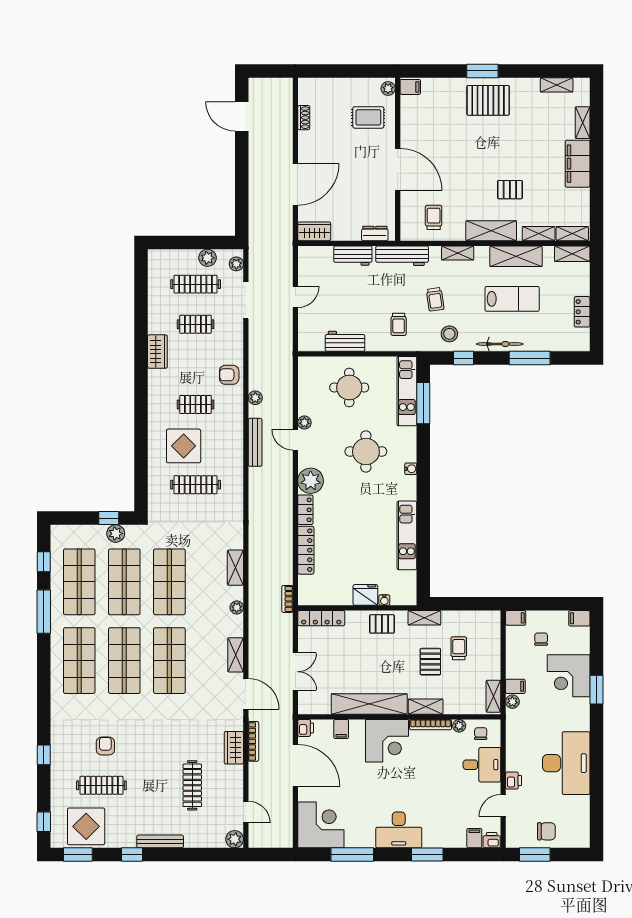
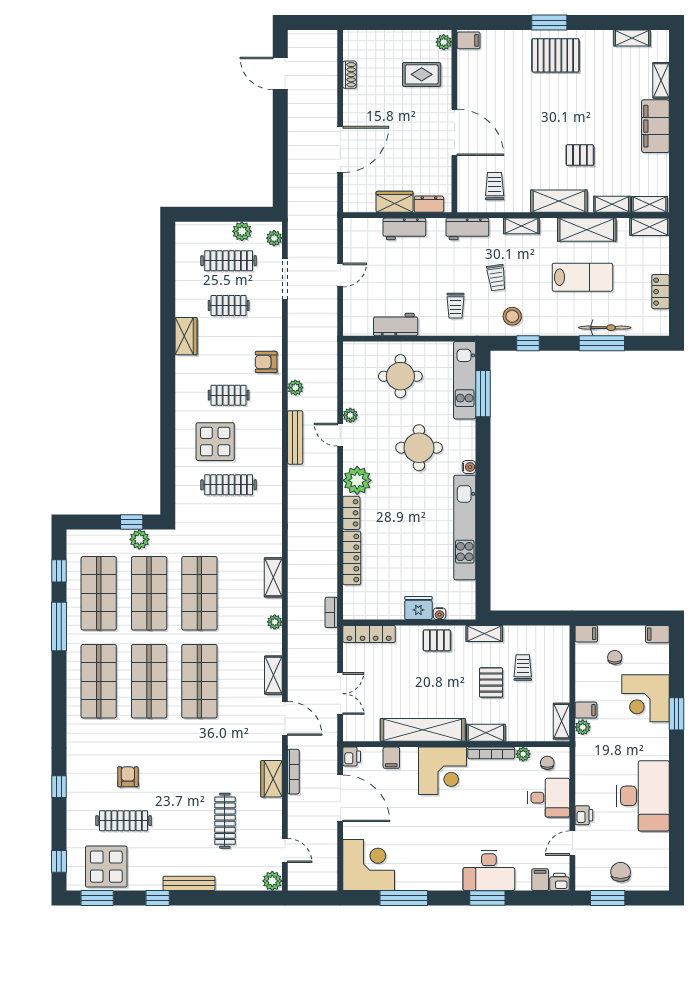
wardrobe: (314, 231) -> (395, 202), moved
workbench: (402, 256) -> (467, 229), width x0.73
bicycle: (500, 344) -> (605, 328), moved
kitchen unit: (407, 535) -> (465, 527), width x1.36
desk: (399, 830) -> (489, 871), moved
chair: (546, 831) -> (621, 872), turned -90

